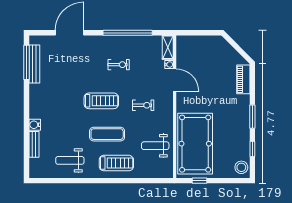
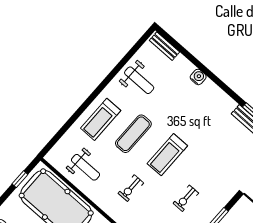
bench: (34, 144) -> (165, 46), moved
weight bench: (155, 146) -> (86, 167), turned 90
weight bench: (70, 160) -> (139, 80), turned 90

